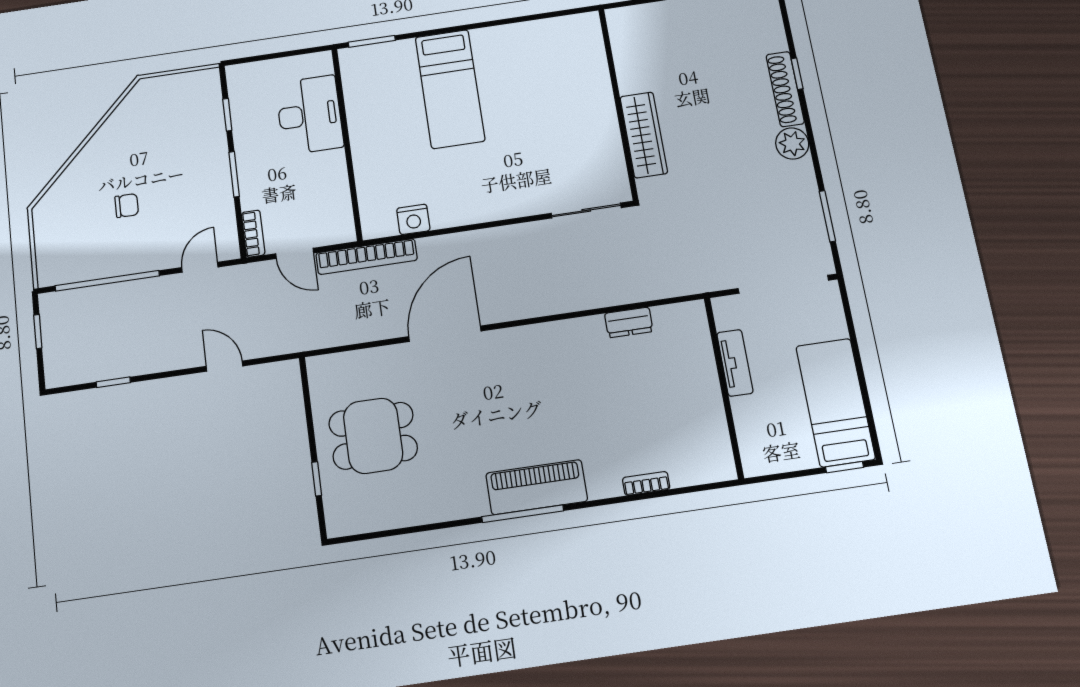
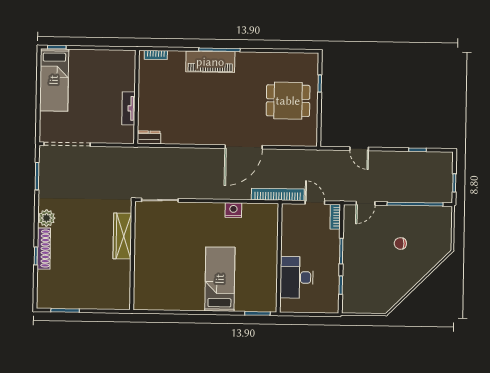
nightstand: (413, 219) -> (233, 210), moved
tv unit: (735, 363) -> (128, 108), moved
wall: (724, 387) -> (137, 97), moved

